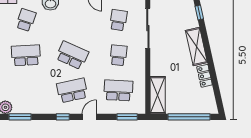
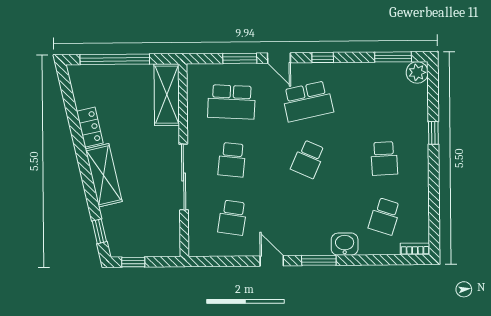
sliding door: (148, 28) -> (184, 177), moved
school desk: (26, 55) -> (384, 158), width x0.54
school desk: (72, 55) -> (308, 159), width x0.54
door: (89, 117) -> (279, 58), hinge flipped
window: (127, 117) -> (240, 58), moved

